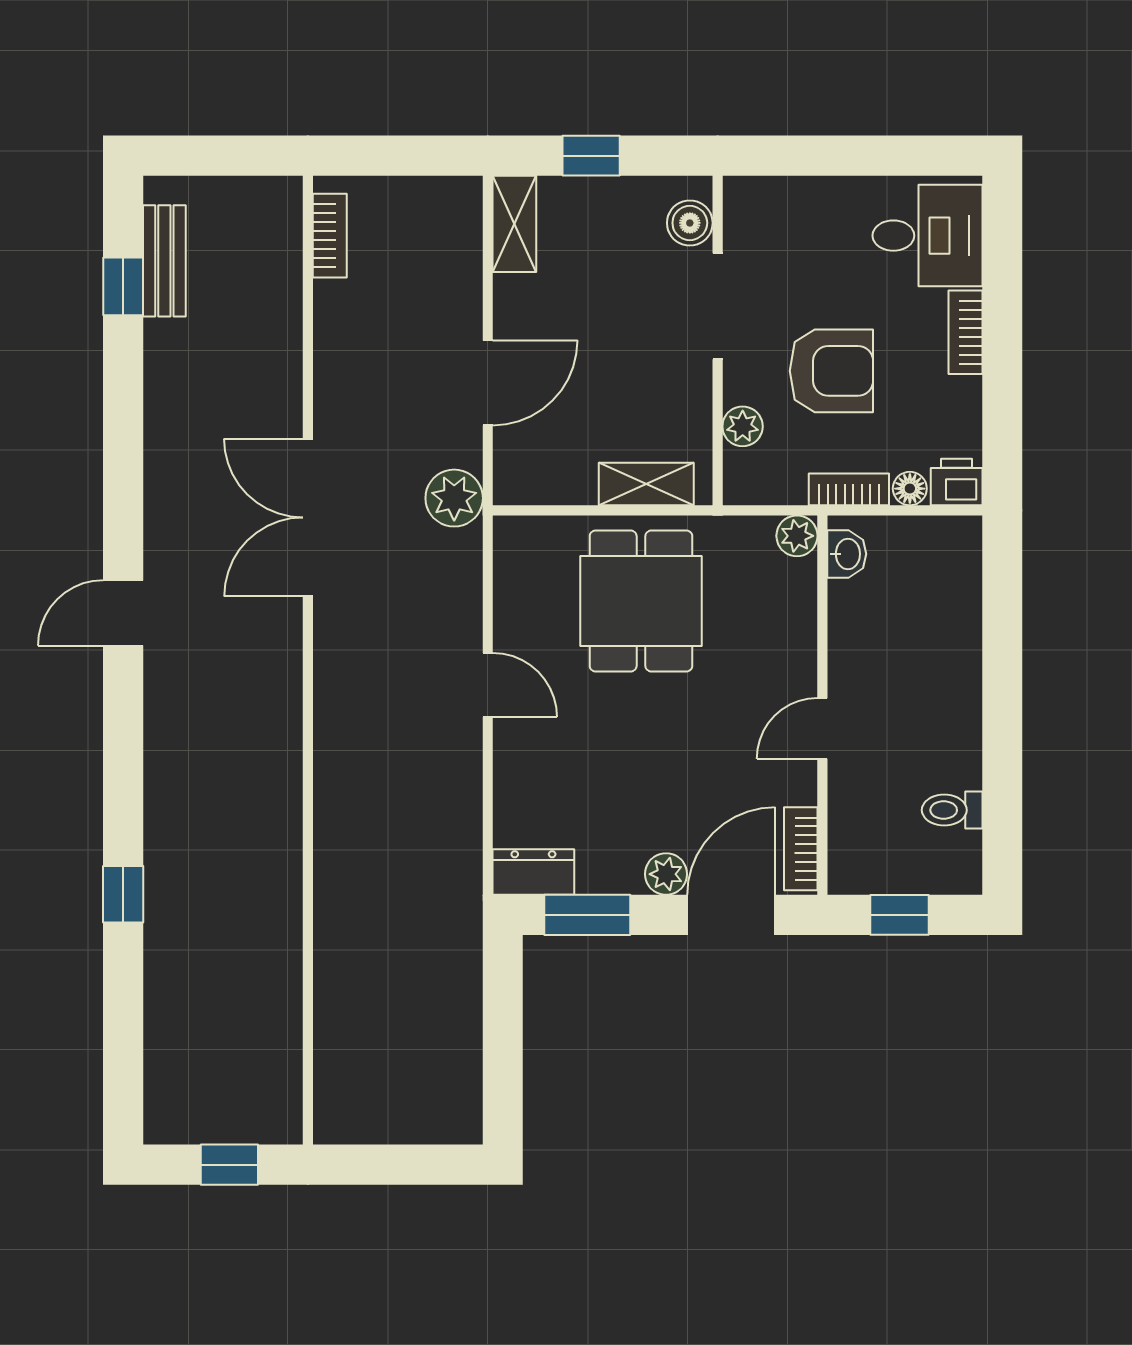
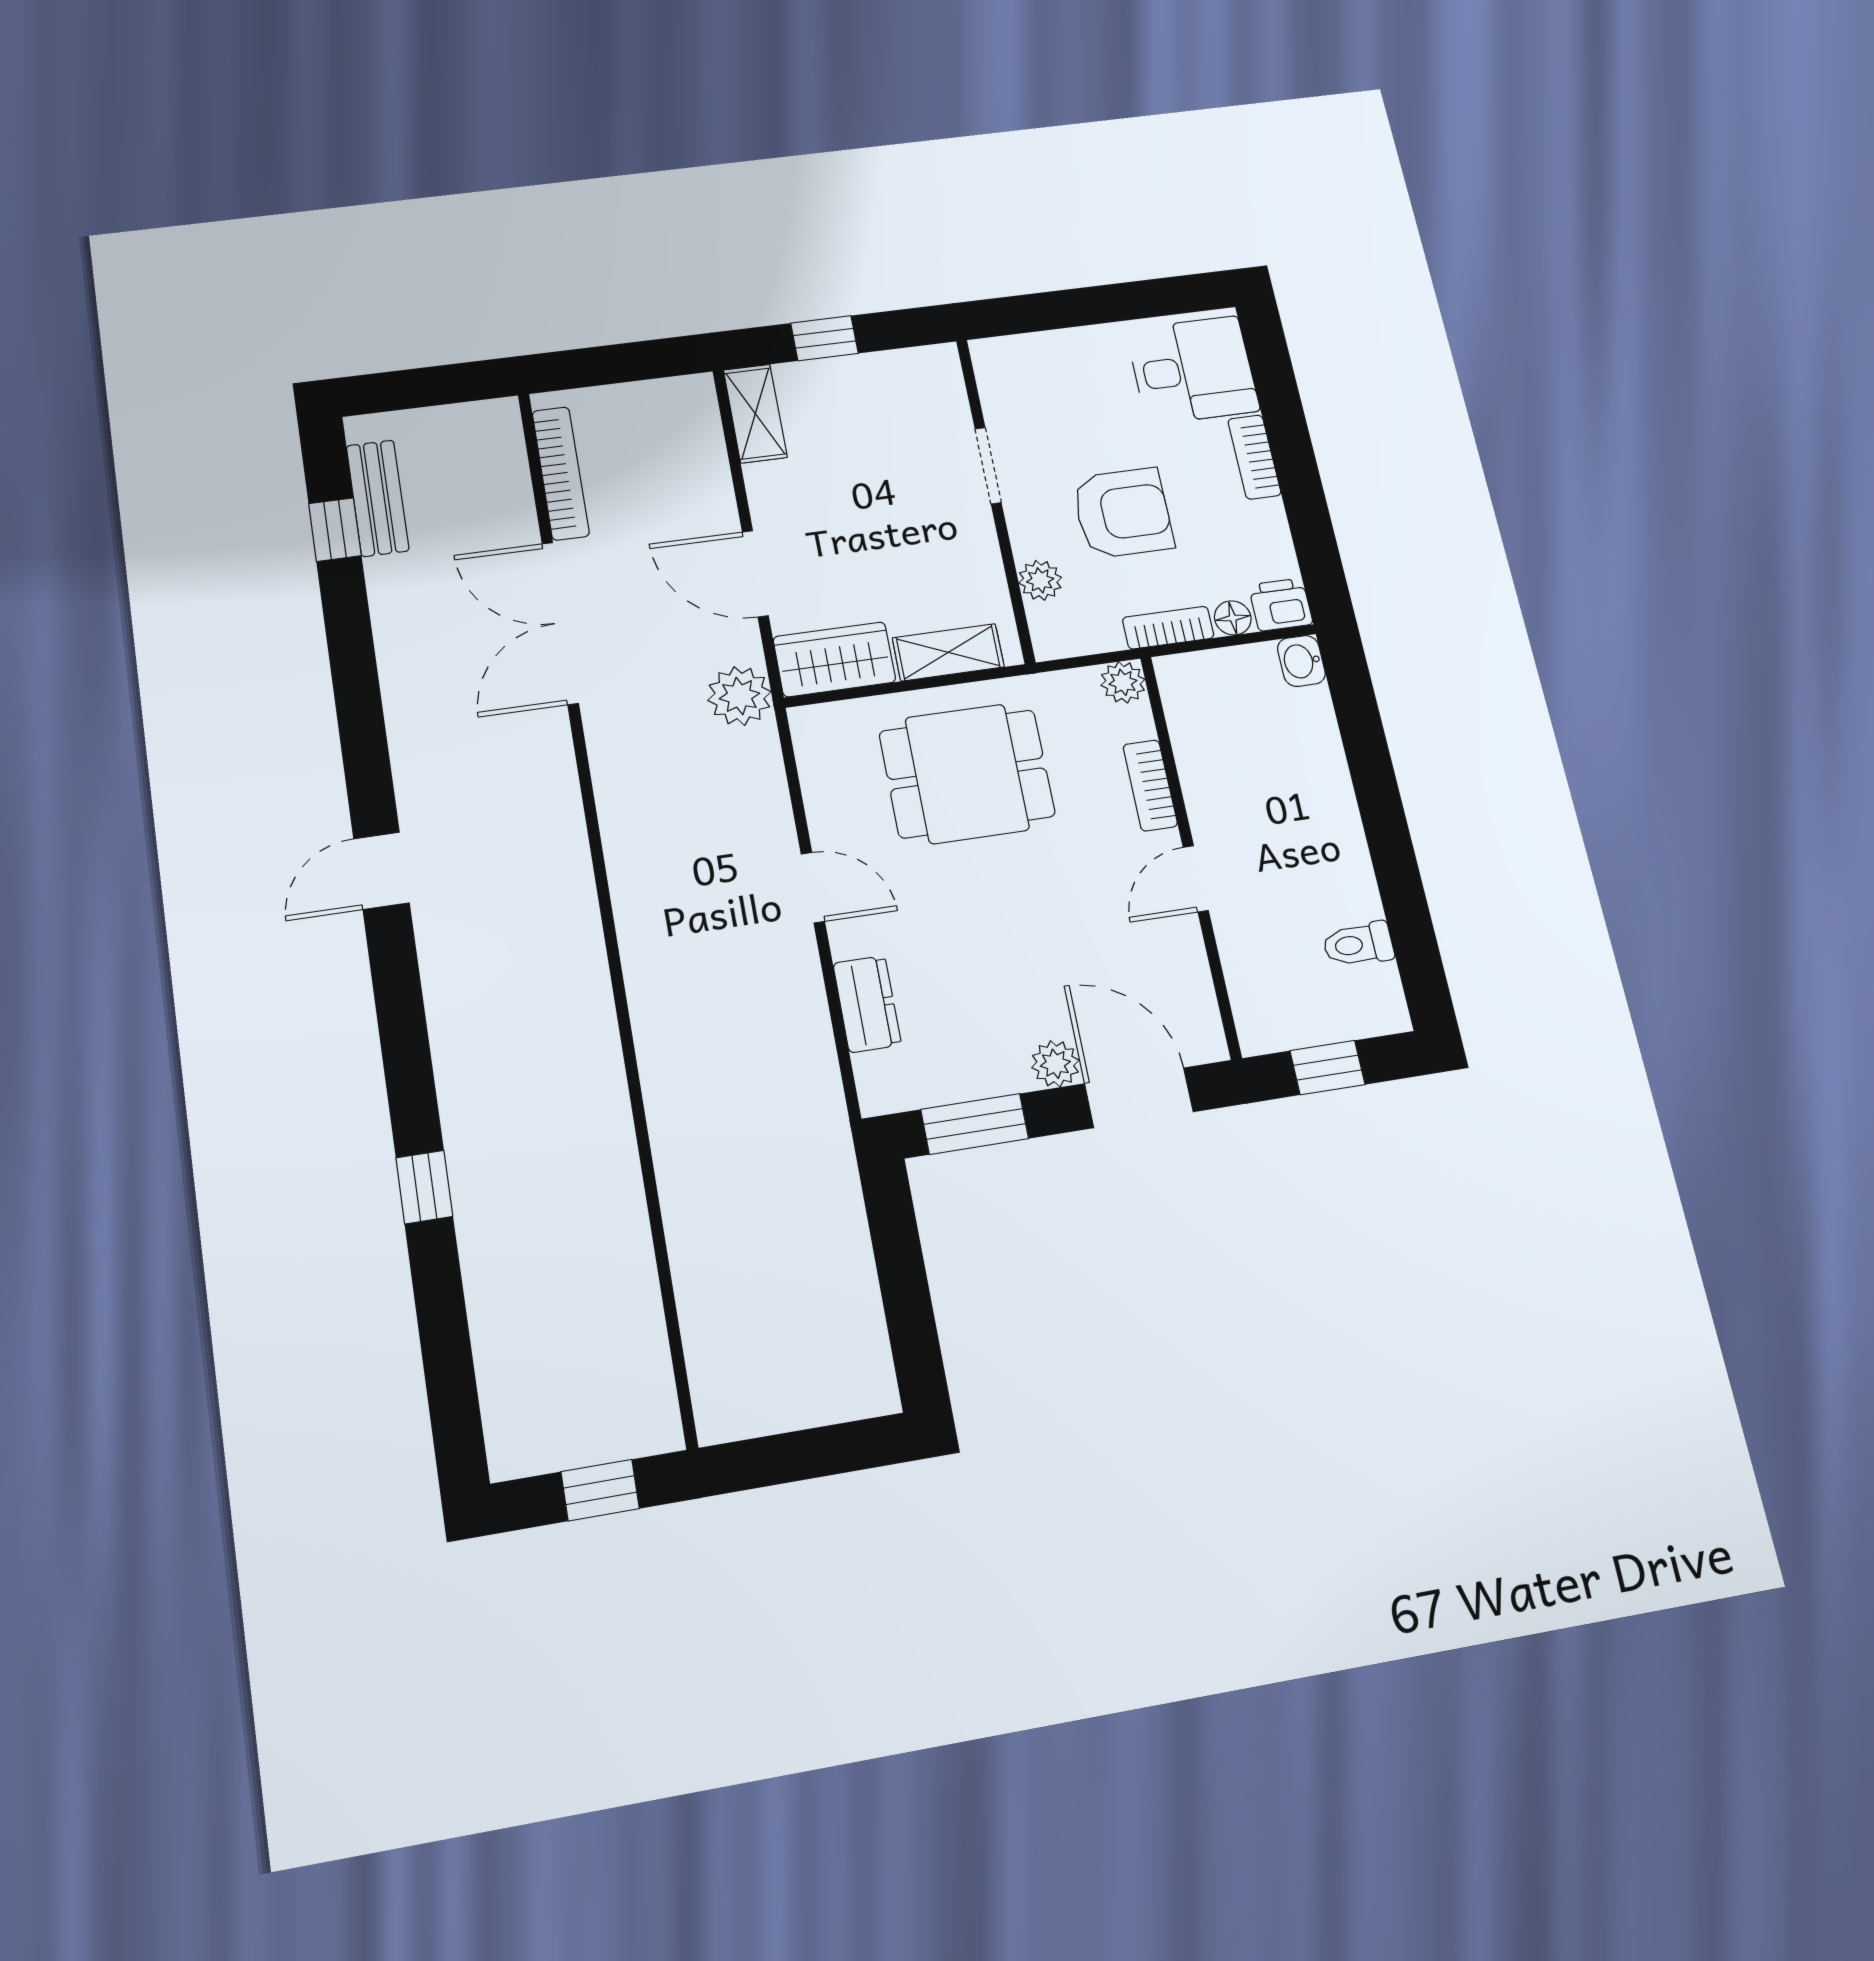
boiler: (690, 223) -> (942, 389), removed
bookcase: (330, 236) -> (561, 473), width x1.56
doorway: (718, 306) -> (988, 466), width x0.73
door: (488, 383) -> (755, 574), swing flipped
wardrobe: (544, 476) -> (834, 659), added
double door: (308, 518) -> (560, 623), moved
washbasin: (847, 554) -> (1301, 661), moved, turned 180
dining table: (641, 601) -> (967, 774), turned 90
bookcase: (801, 849) -> (1150, 785), moved
dresser: (533, 872) -> (867, 1004), moved, turned 90
door: (731, 915) -> (1139, 1098), hinge flipped

